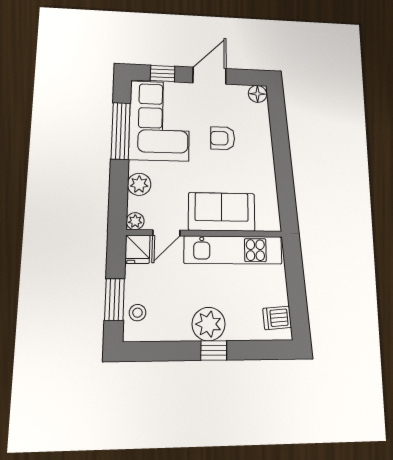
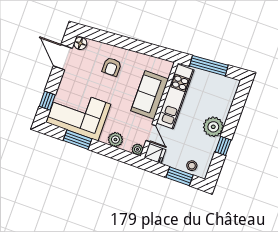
door: (209, 76) -> (63, 57), moved
window: (121, 131) -> (77, 140), width x0.69
armchair: (223, 138) -> (112, 67), moved
window: (296, 284) -> (209, 66), added
dishwasher: (277, 318) -> (225, 85), removed
window: (214, 350) -> (223, 146), moved

